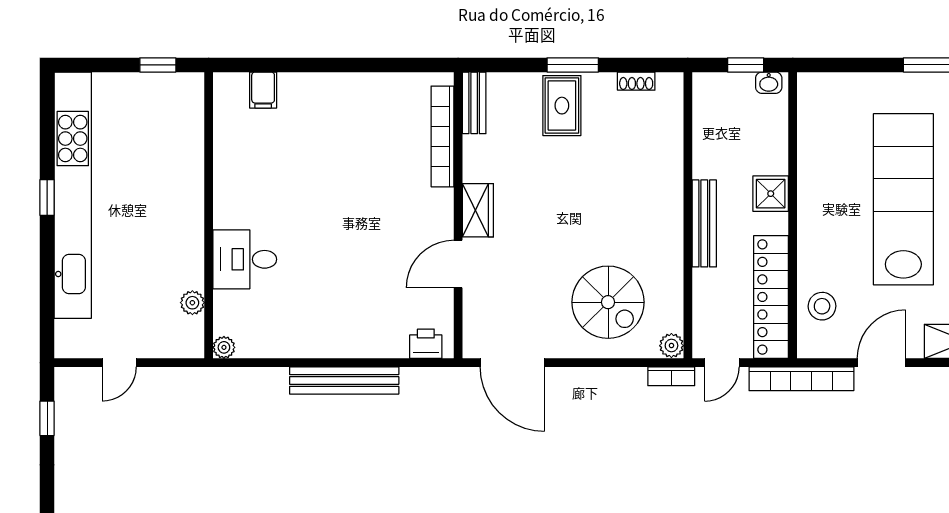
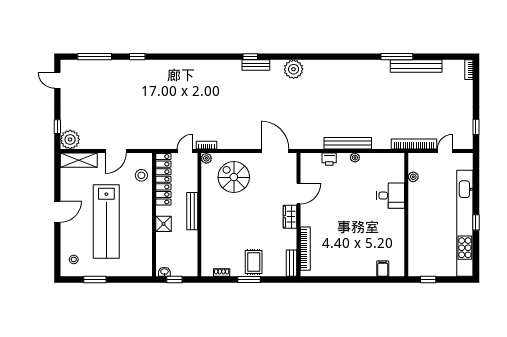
printer: (426, 344) -> (329, 159), moved
plant: (224, 347) -> (355, 158), moved
bookcase: (801, 379) -> (414, 144), moved

